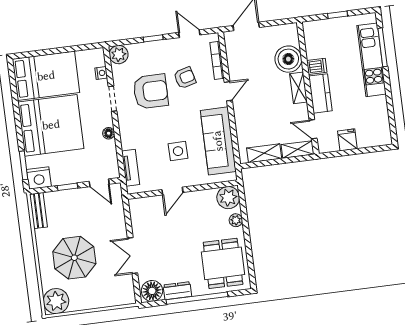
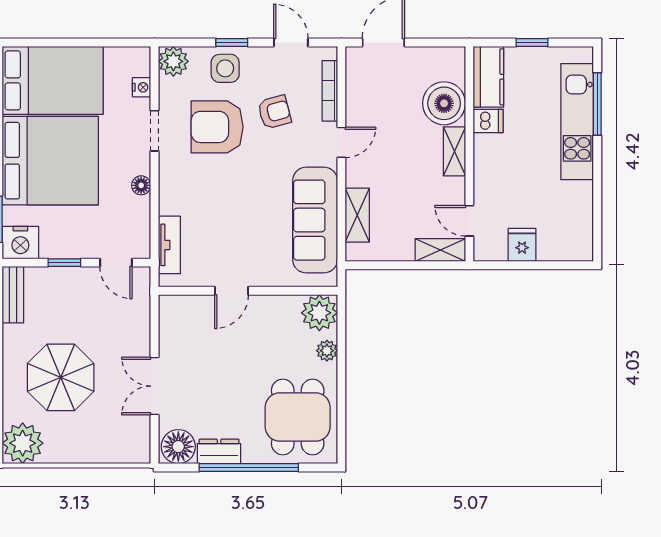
armchair: (151, 91) -> (217, 127), turned 180
kitchen counter: (320, 93) -> (488, 77), moved
side table: (178, 151) -> (225, 68), moved
shelving: (264, 153) -> (357, 215), moved, turned 90

